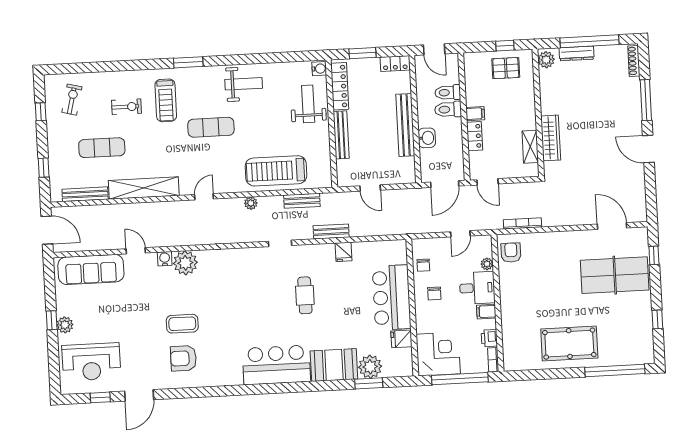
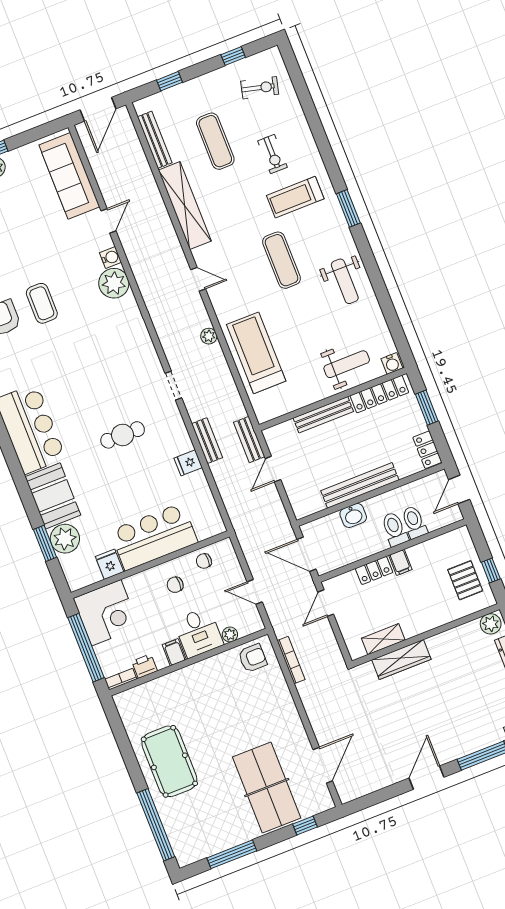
bench: (302, 201) -> (249, 440), moved
window: (657, 319) -> (232, 854), width x2.17

